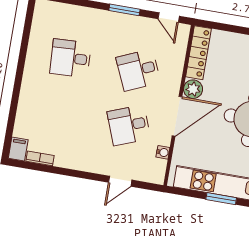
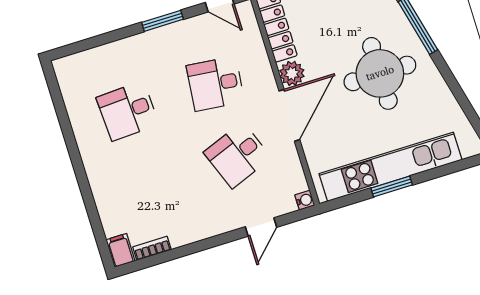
desk: (138, 70) -> (215, 84), turned 30
water cooler: (163, 152) -> (305, 200), moved

